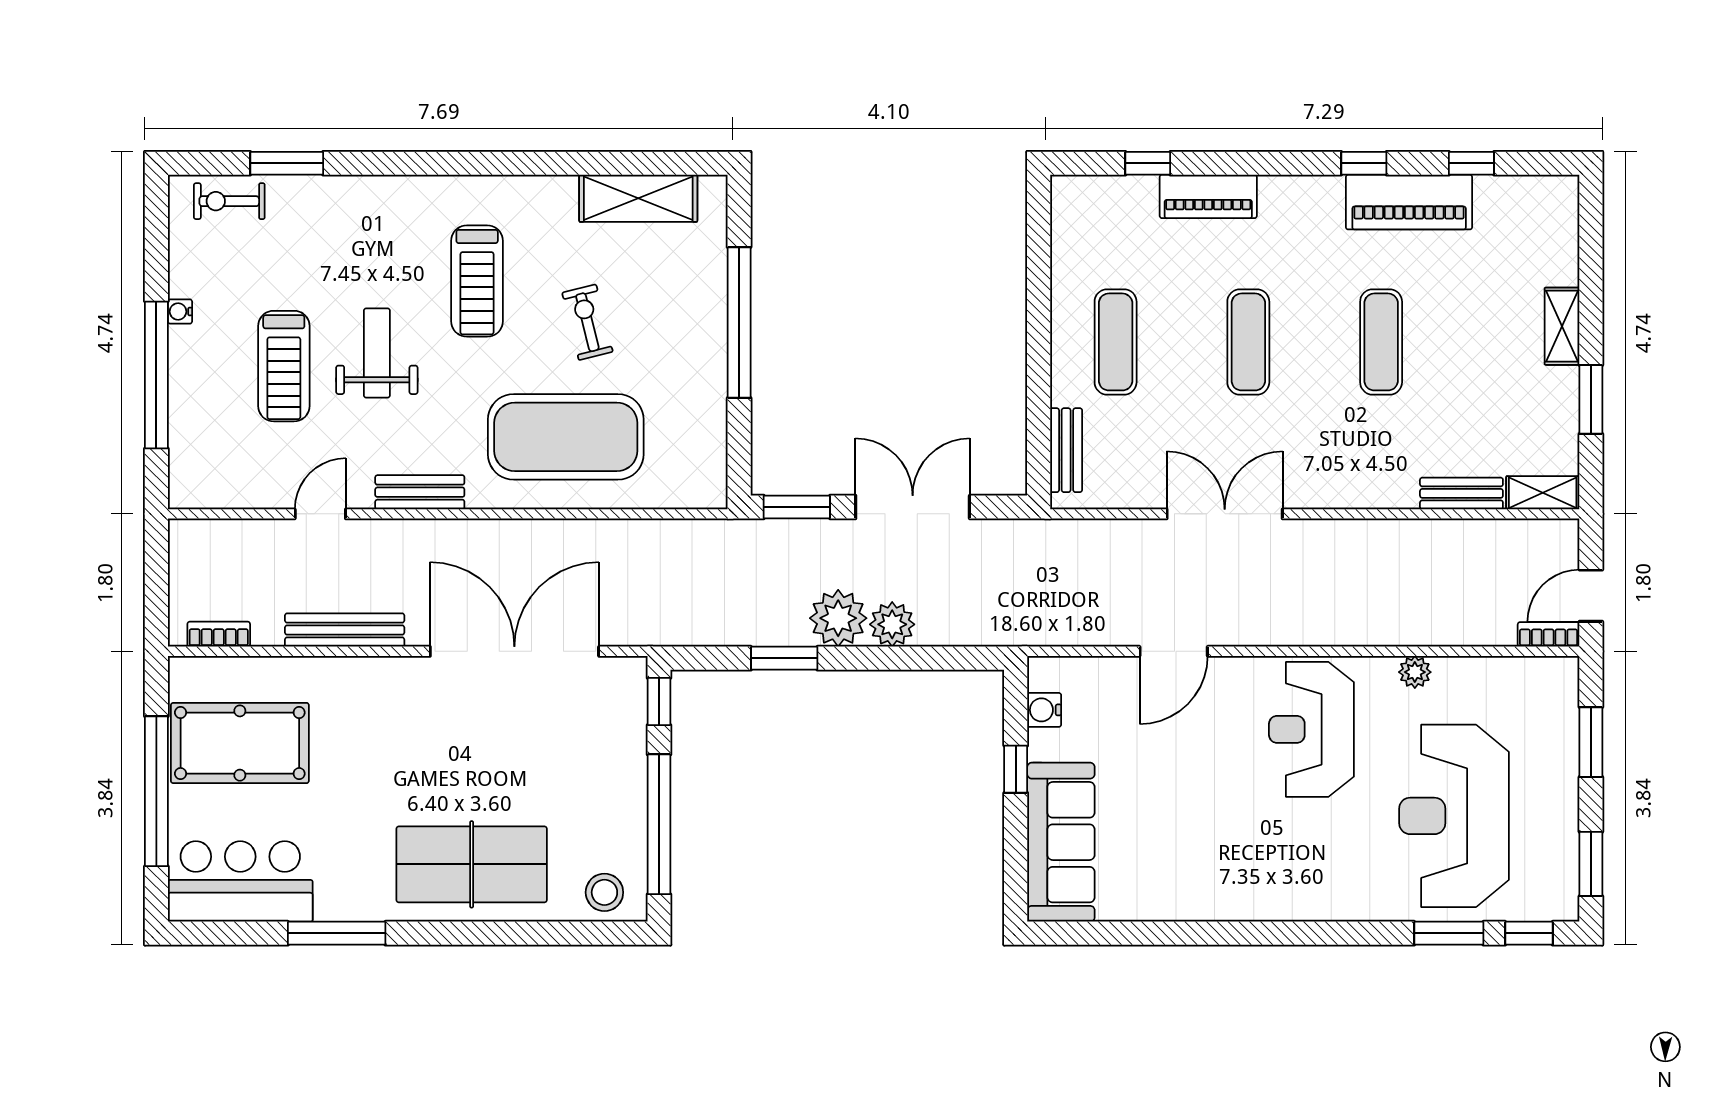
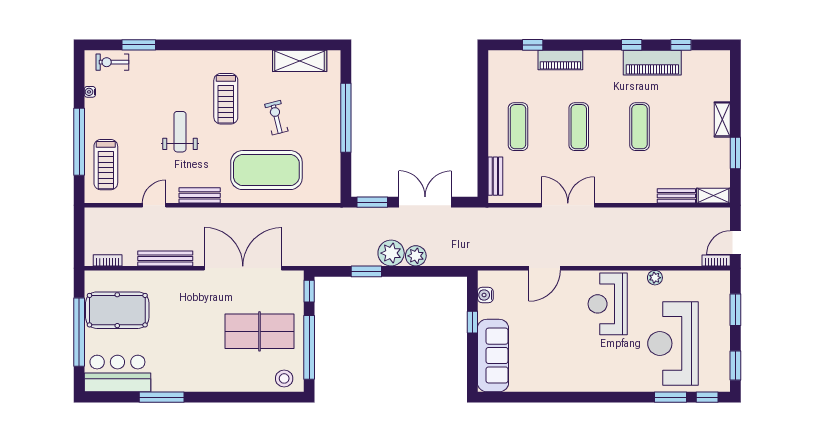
water cooler: (180, 311) -> (90, 92), moved
treadmill: (284, 366) -> (106, 165), moved
table tennis table: (472, 864) -> (260, 331), moved

